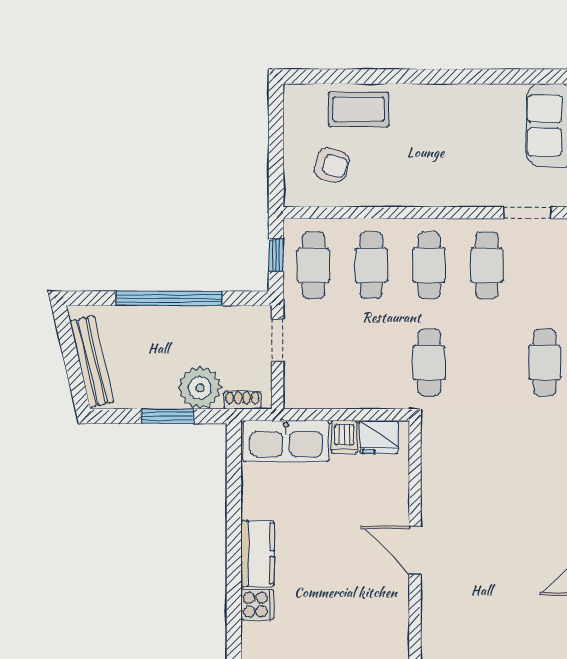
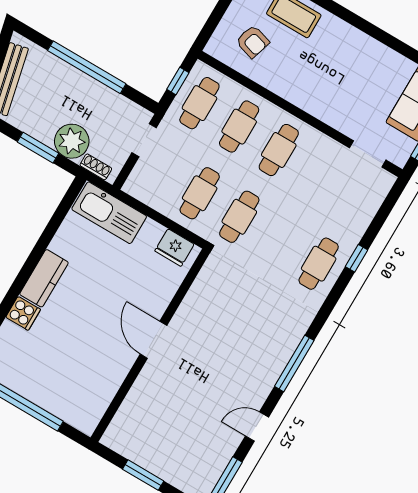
cafe table: (487, 265) -> (200, 193), moved
dishwasher: (344, 437) -> (151, 234), removed

